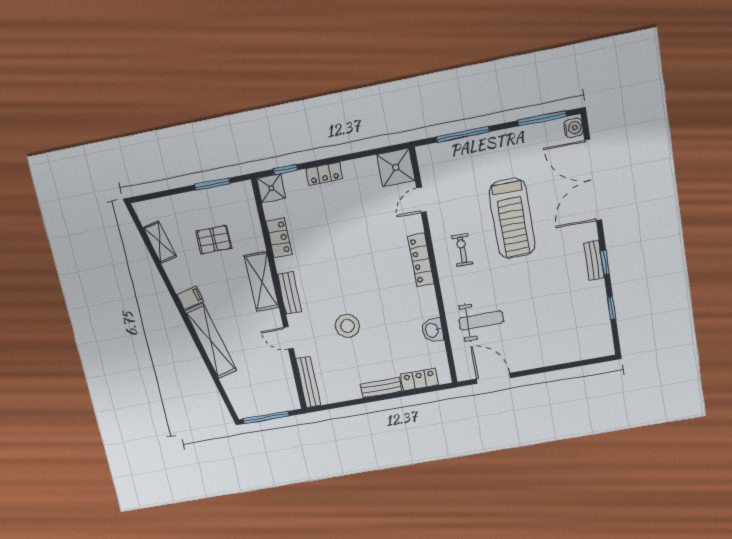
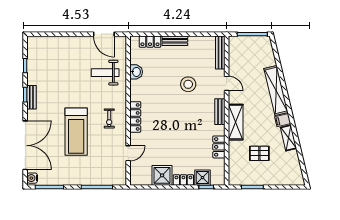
shower: (396, 167) -> (162, 175), moved
shower: (271, 188) -> (203, 178), moved
treadmill: (512, 219) -> (76, 132), turned 180
shelving: (160, 242) -> (288, 138), moved

